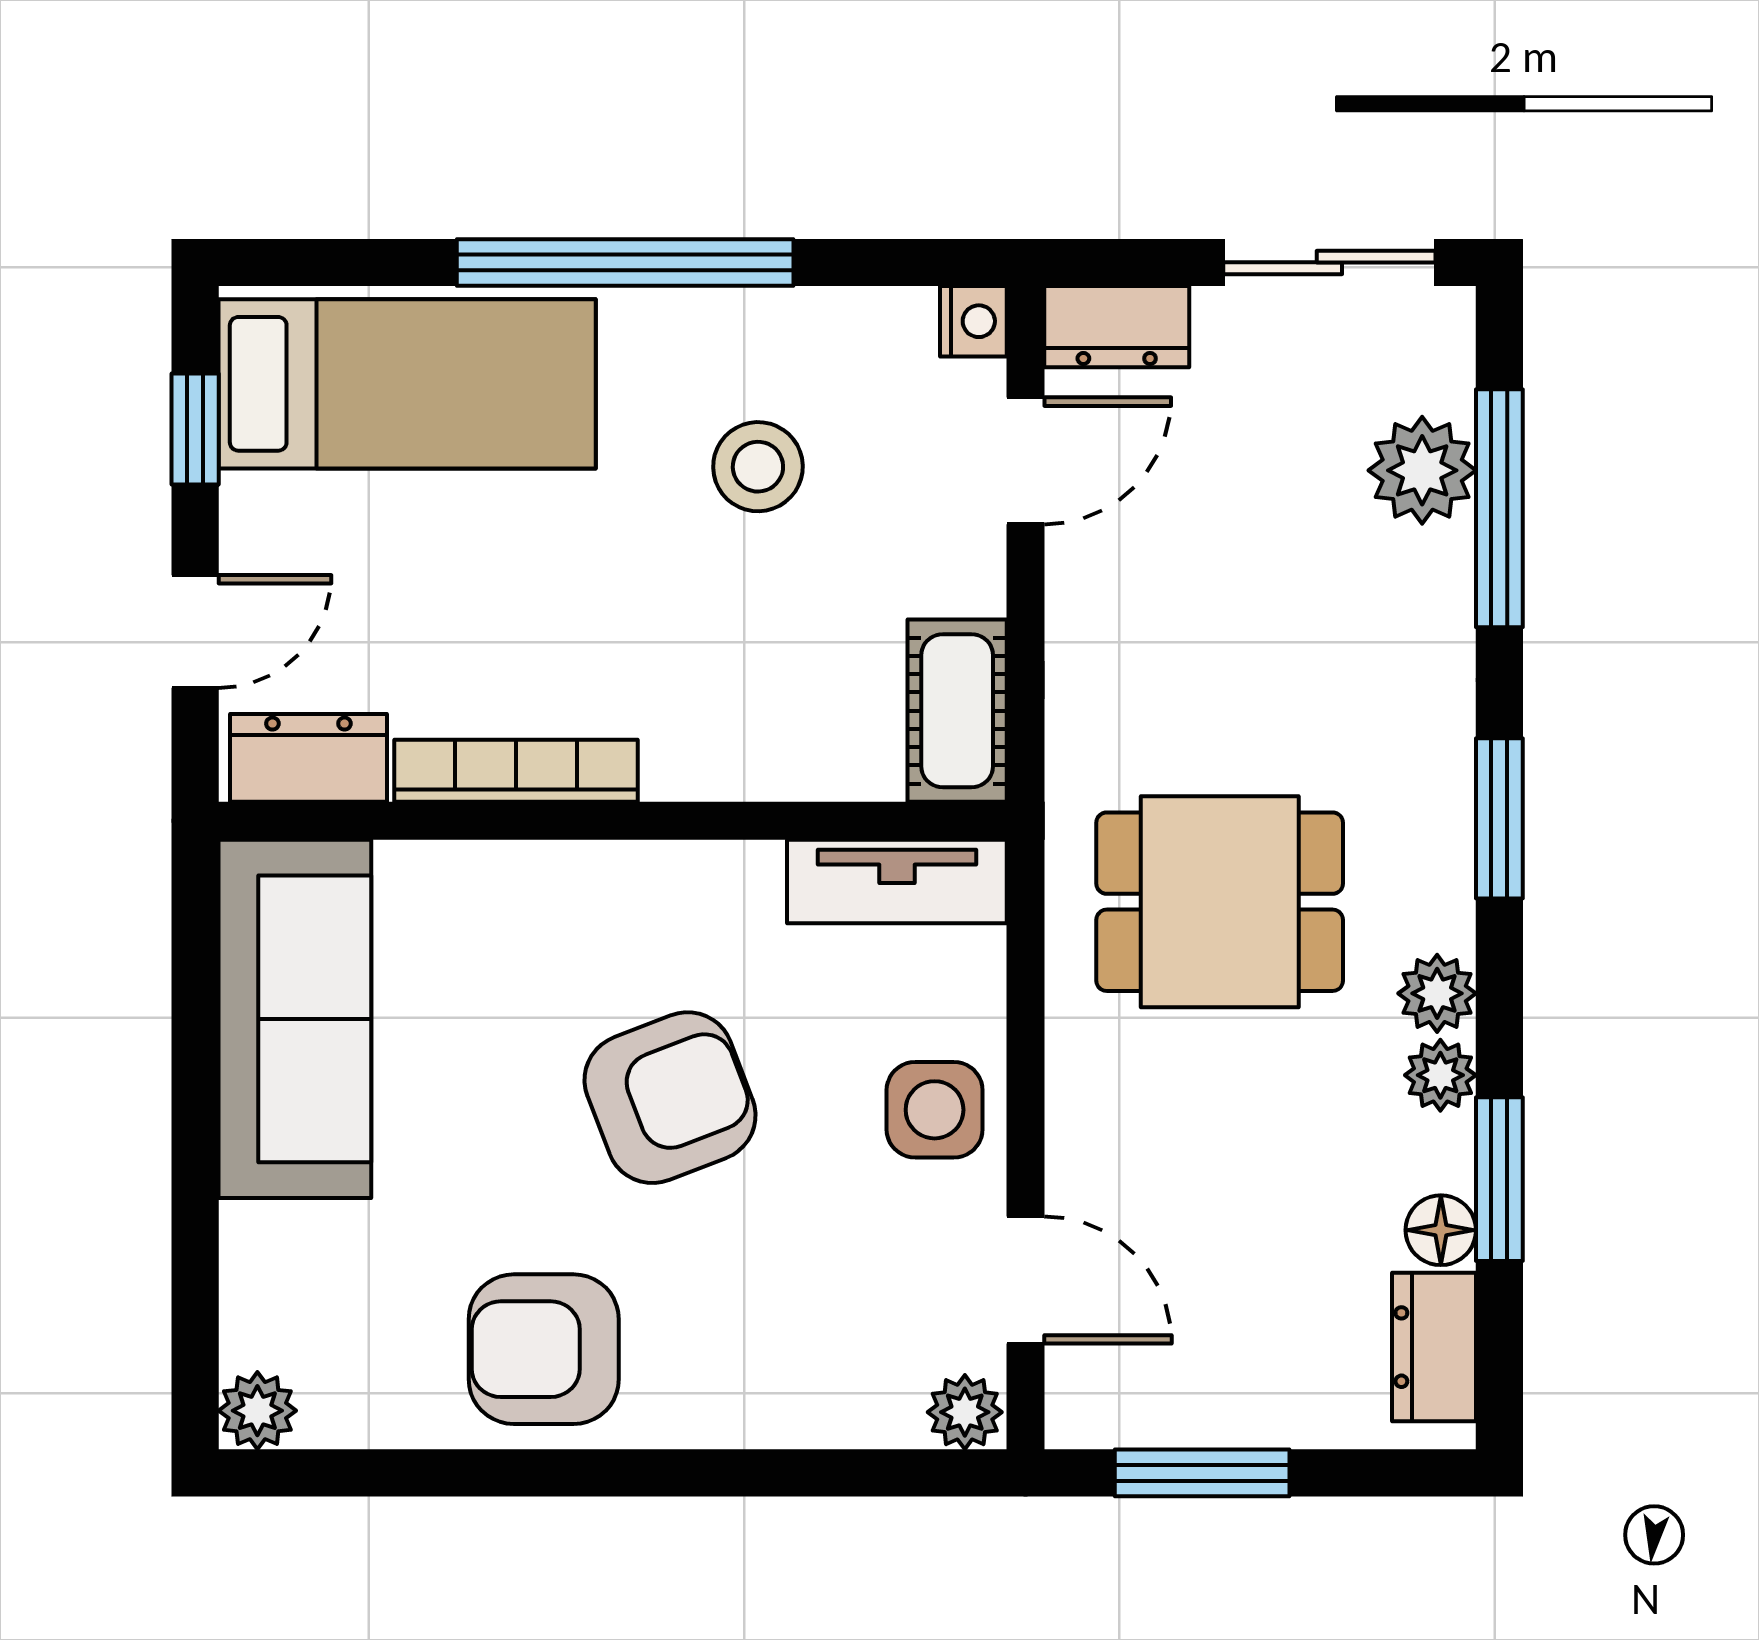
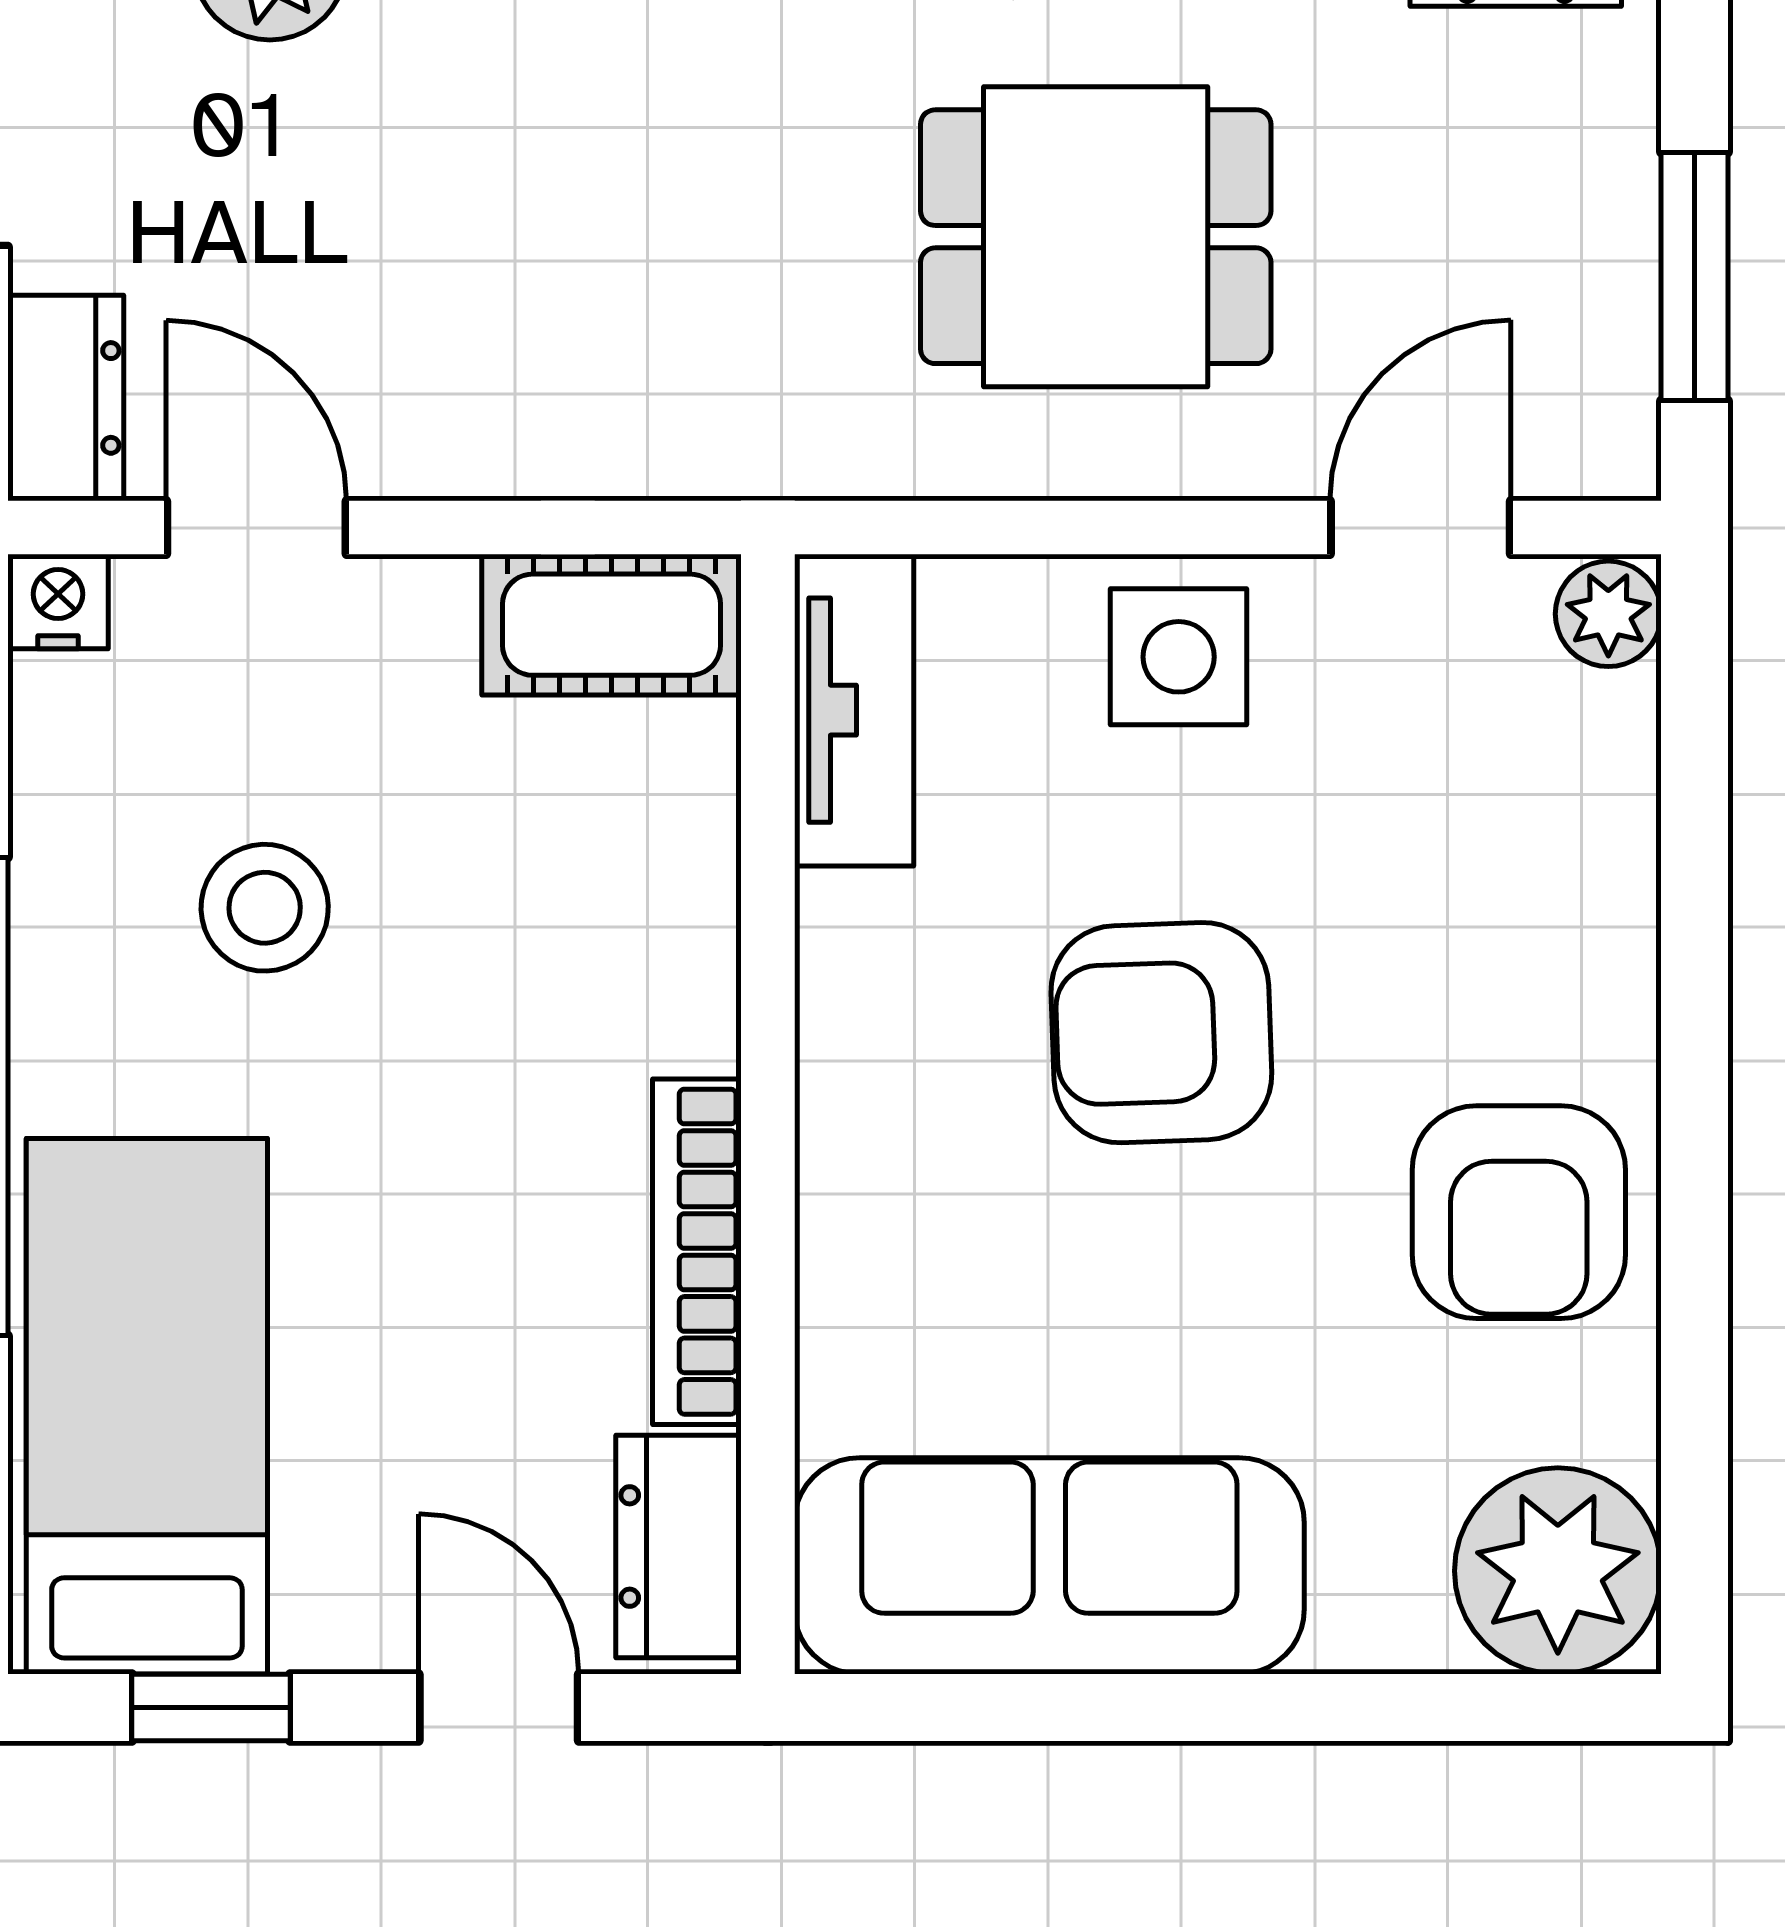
dining table: (1220, 902) -> (1096, 237), moved, turned 90
armchair: (670, 1098) -> (1161, 1033), turned -71
plant: (257, 1411) -> (1558, 1571), width x1.87, depth x1.87

